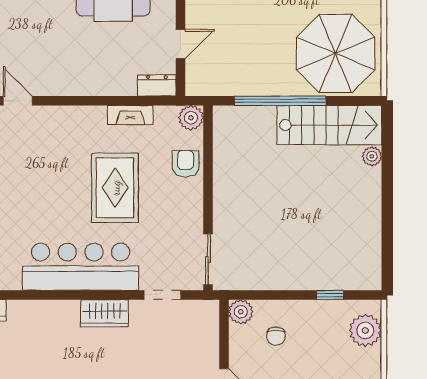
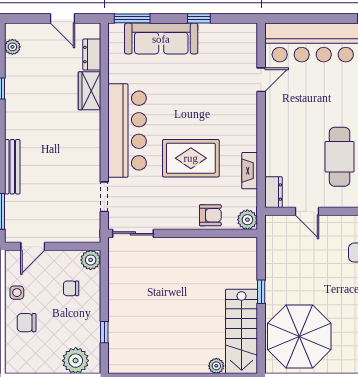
window: (280, 101) -> (261, 292), width x0.32
wardrobe: (105, 313) -> (89, 91), moved

